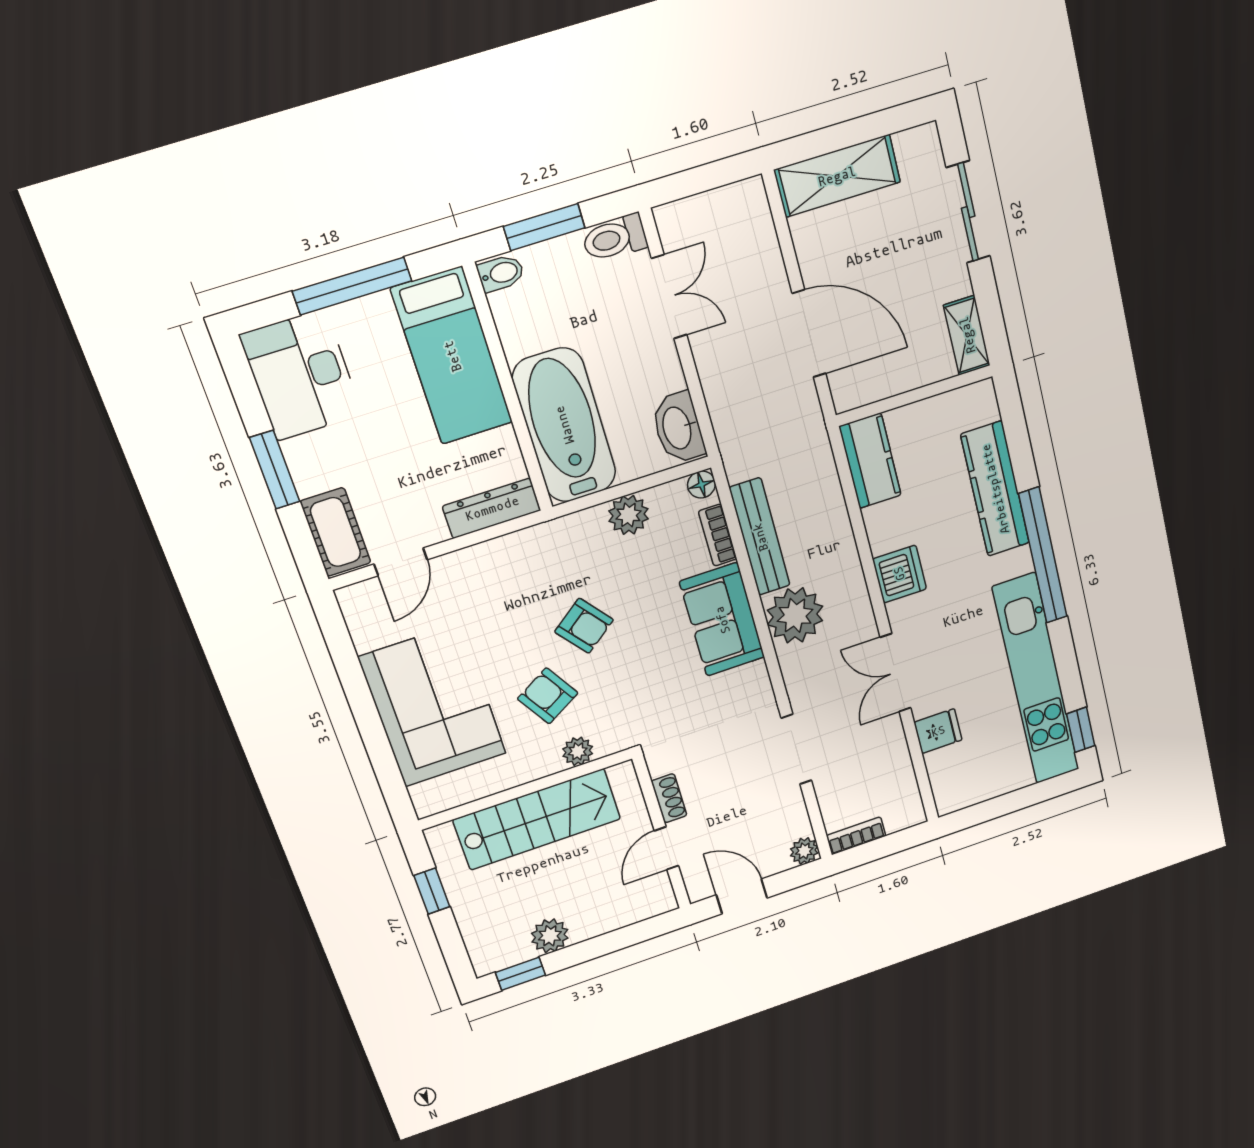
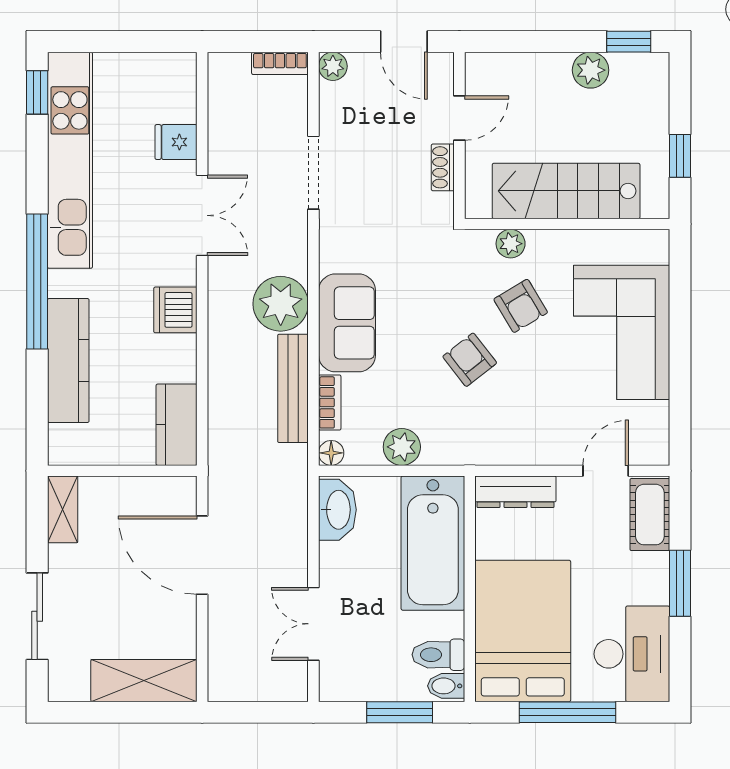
toilet: (615, 238) -> (438, 655), moved, turned 180
bed: (452, 356) -> (523, 631), width x1.50

